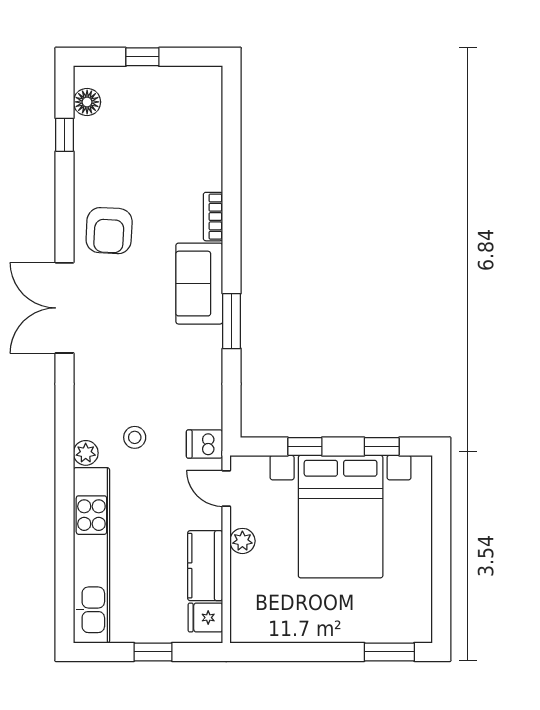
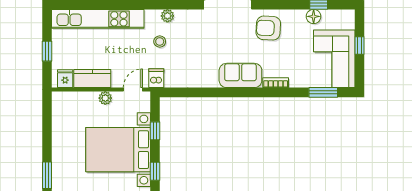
floor lamp: (87, 102) -> (314, 16), moved
corner sofa: (168, 105) -> (334, 59), added
window: (232, 321) -> (323, 92), moved
plant: (86, 453) -> (167, 16), moved

